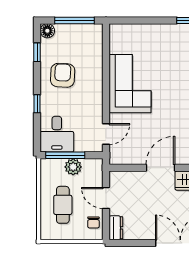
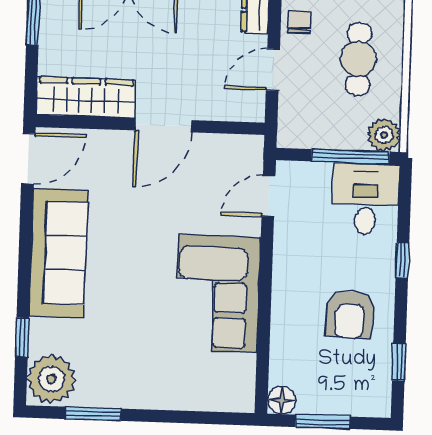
window: (75, 21) -> (323, 422), width x0.69
floor lamp: (47, 31) -> (282, 400), moved
plant: (73, 167) -> (384, 135), moved
door: (106, 198) -> (273, 70), swing flipped

